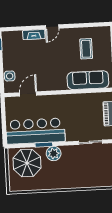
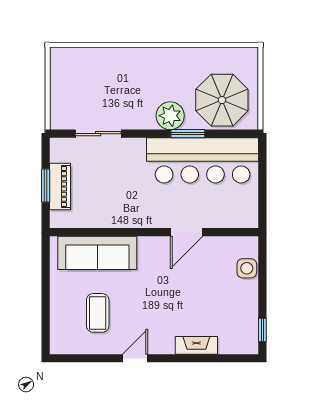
door: (52, 27) -> (135, 358), moved
door: (28, 94) -> (187, 232), moved

